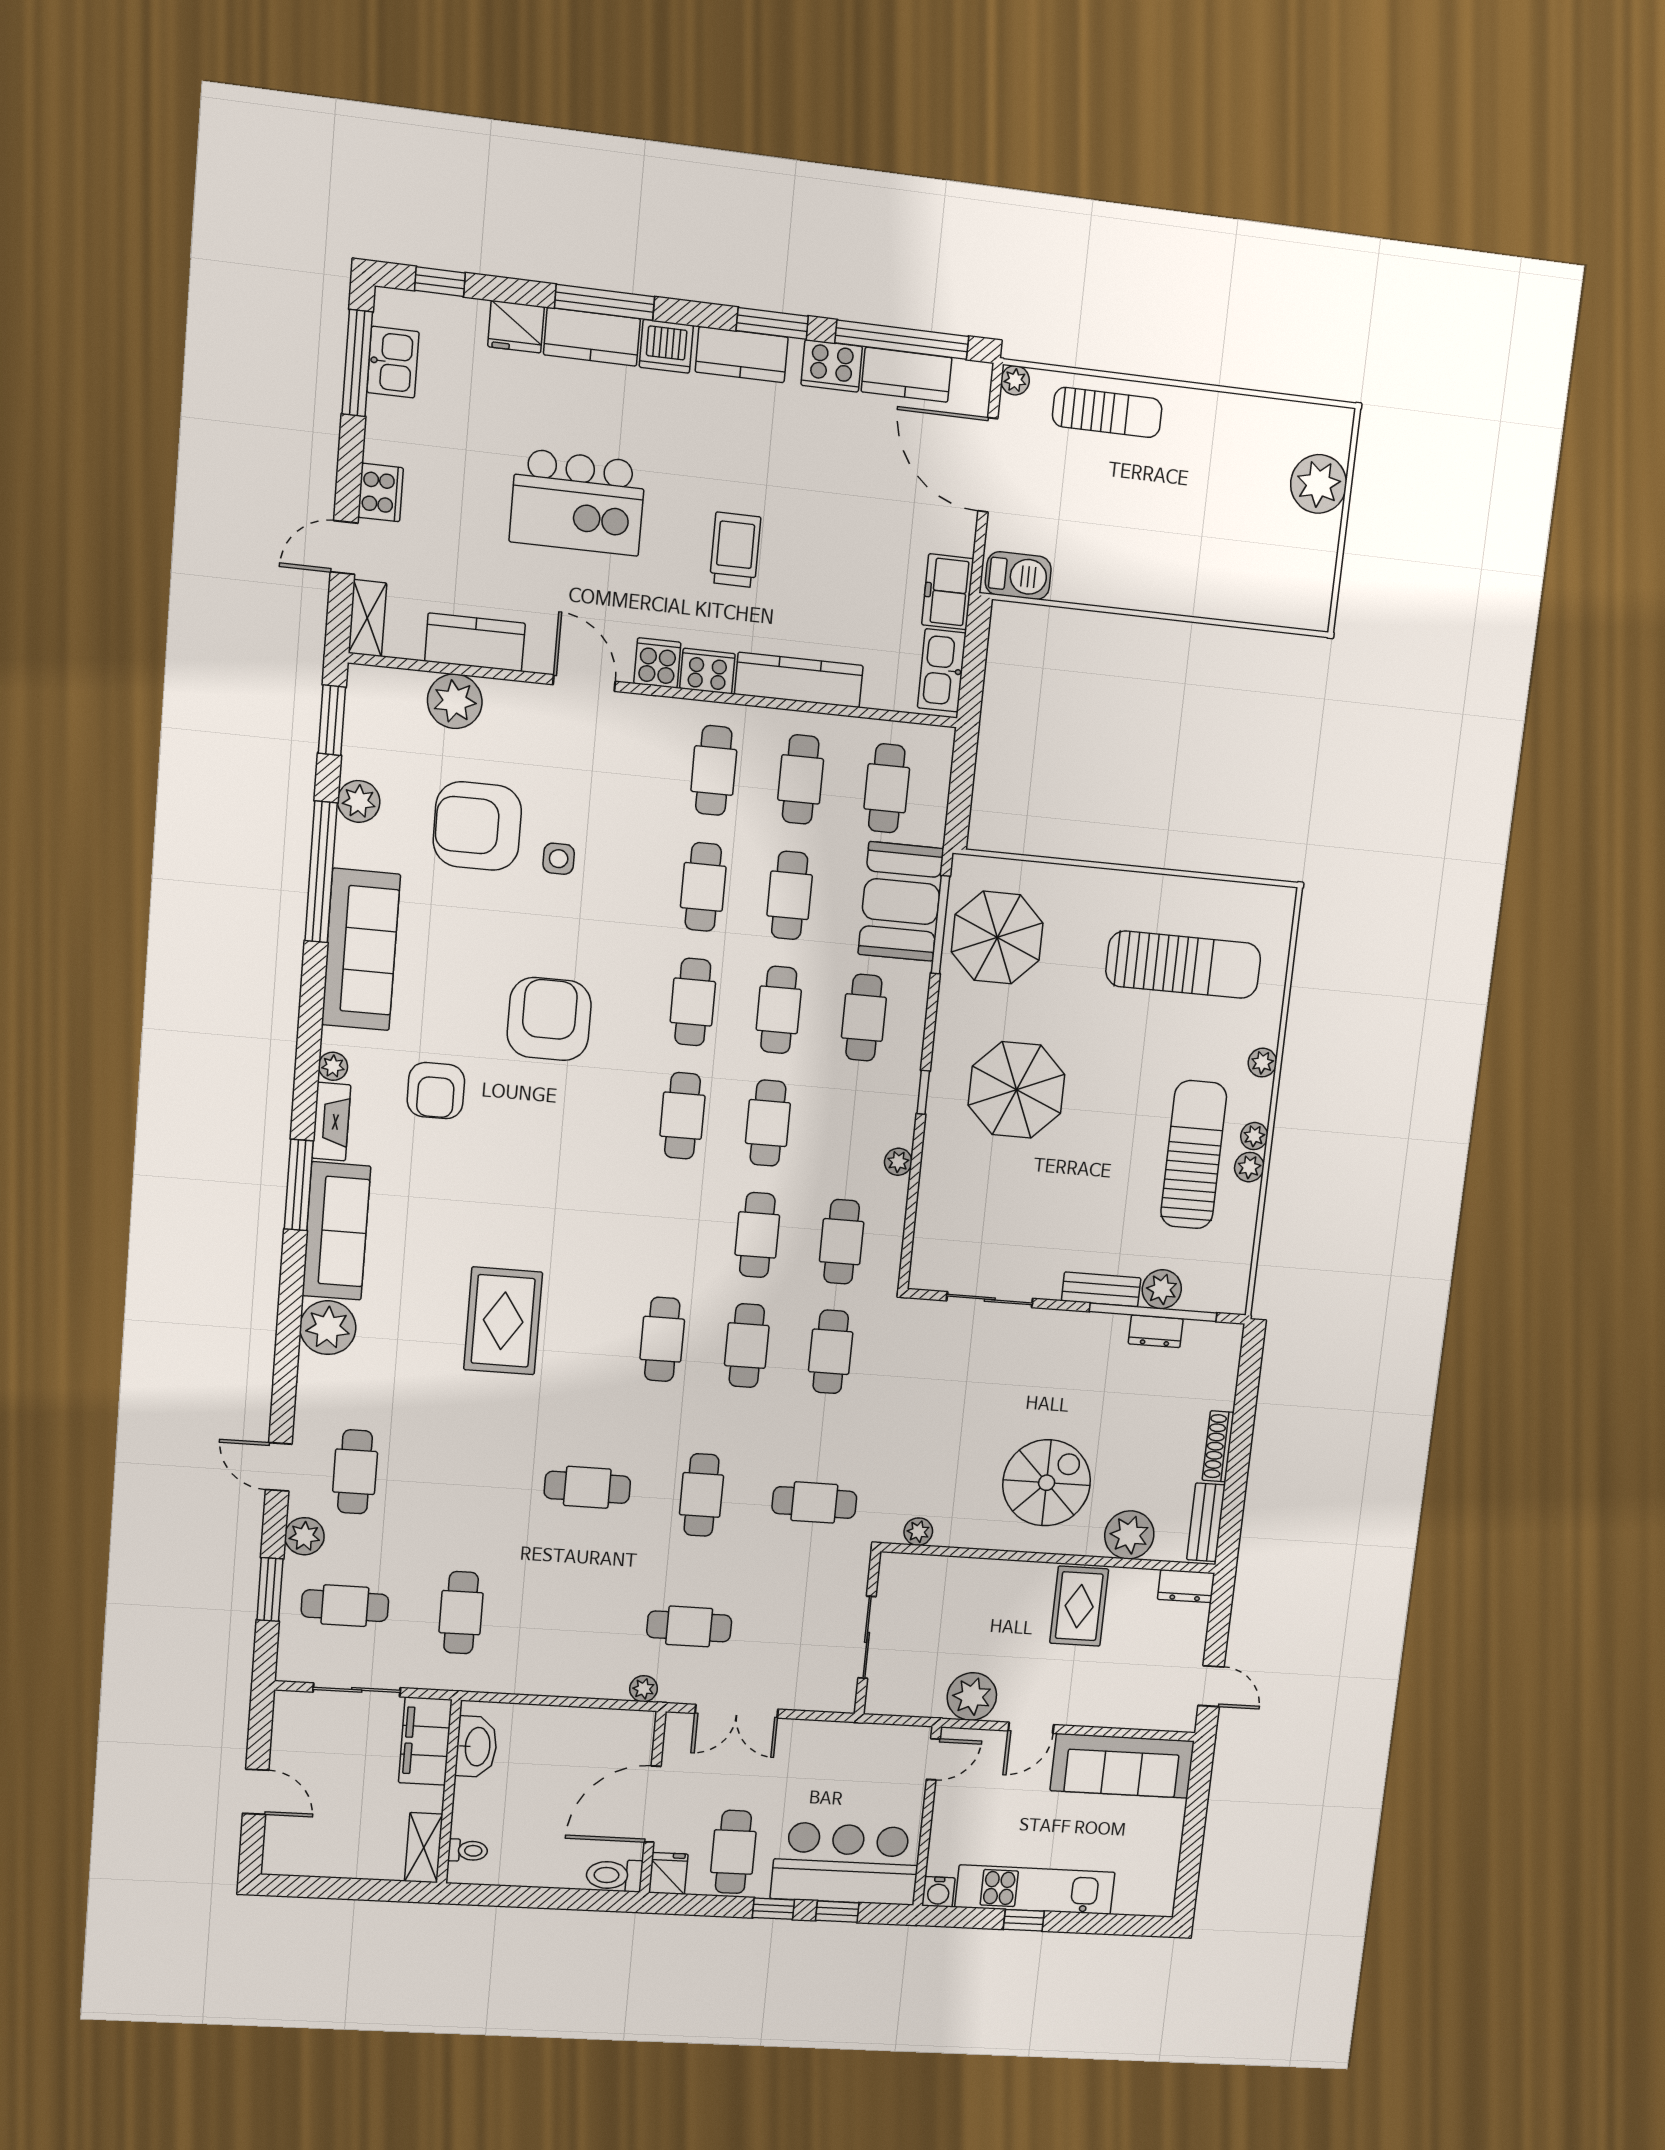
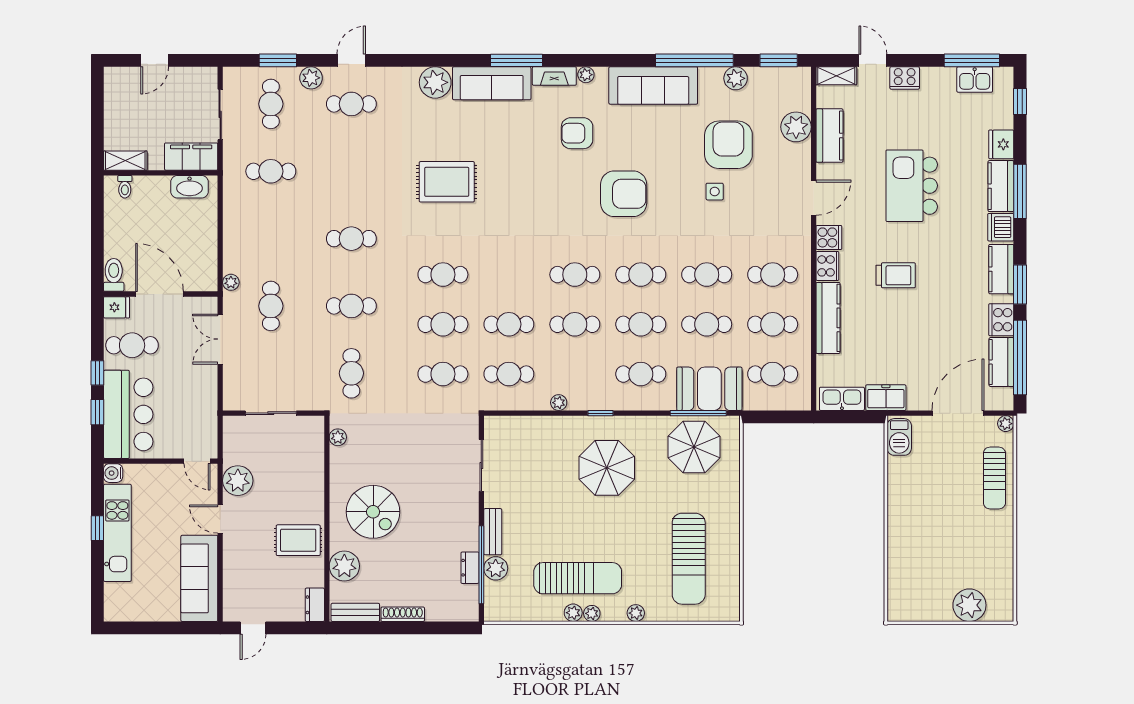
cafe table: (587, 1487) -> (351, 239), turned 90

